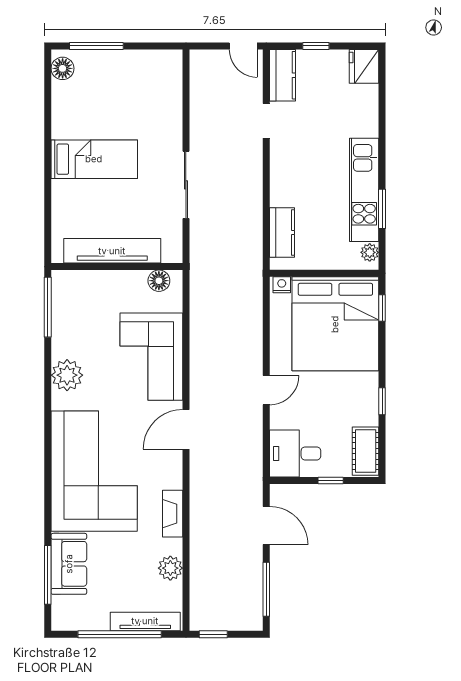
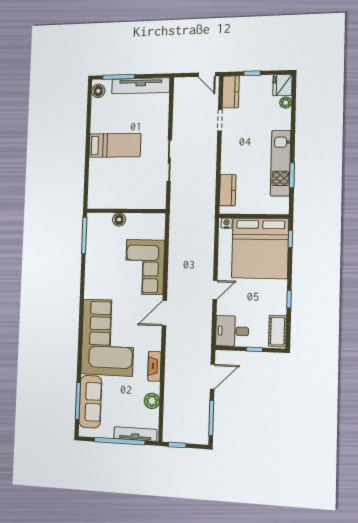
tv unit: (112, 251) -> (141, 86), moved, turned 180
plant: (370, 252) -> (286, 103), moved
floor lamp: (159, 281) -> (119, 220), moved
plant: (67, 375) -> (94, 277), removed
door: (266, 525) -> (212, 377), hinge flipped
sofa: (69, 564) -> (90, 402), width x1.36

